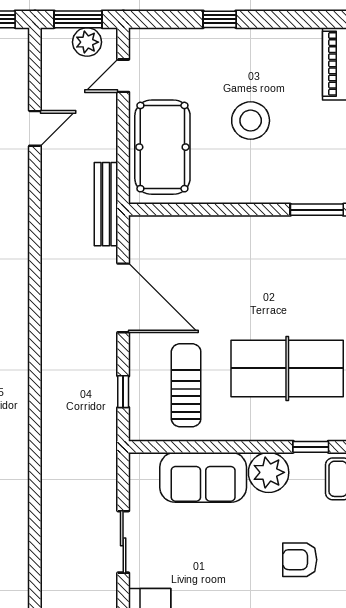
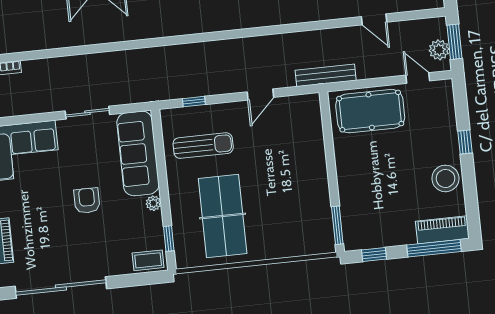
stool: (251, 121) -> (445, 178), moved
door: (123, 298) -> (260, 95), width x0.53
plant: (269, 472) -> (153, 203), width x0.53, depth x0.53
sofa: (203, 477) -> (138, 153), width x1.36
armchair: (300, 560) -> (87, 201), moved

